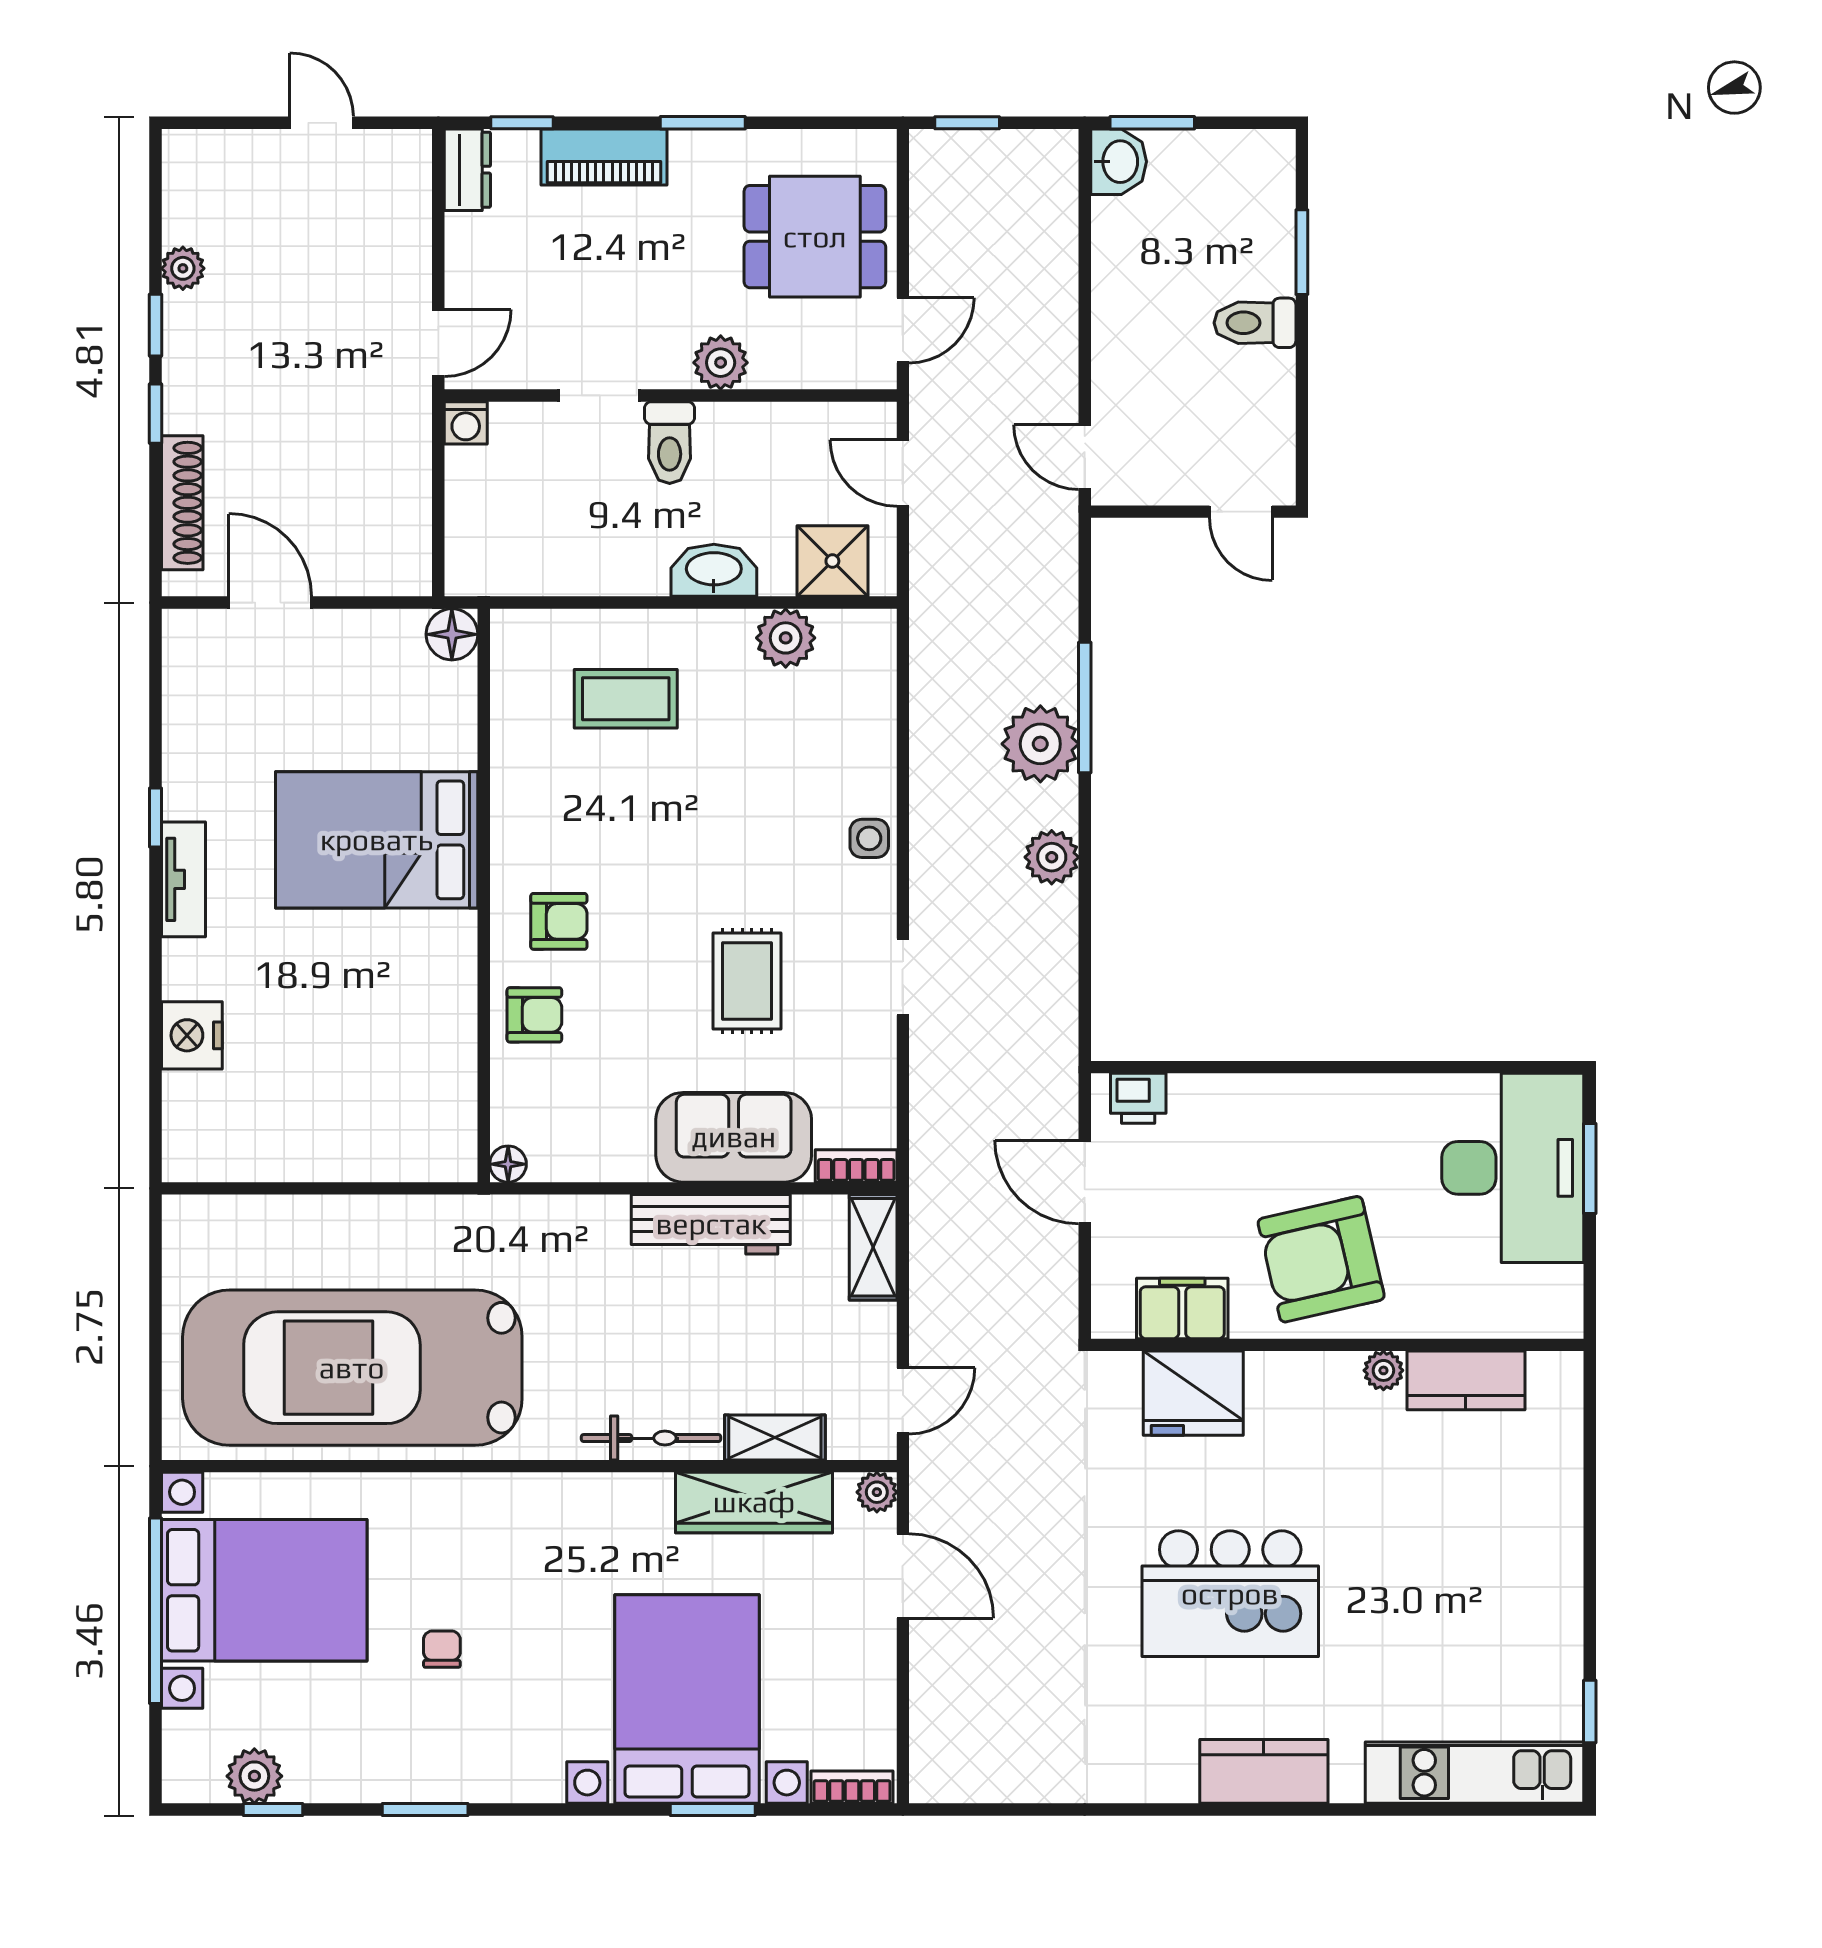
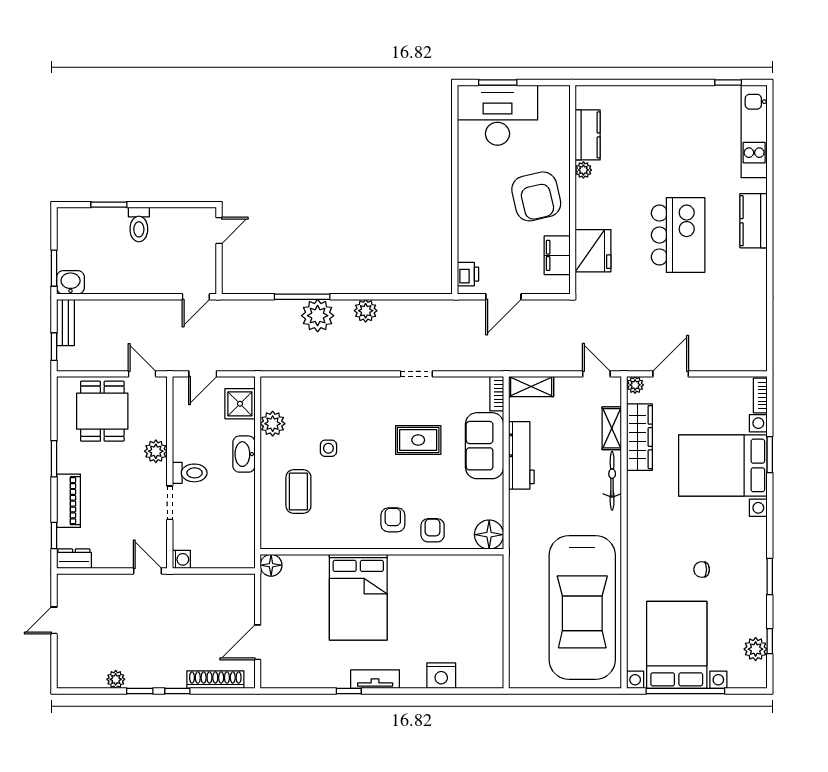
bench: (1024, 150) -> (65, 322), added
side table: (869, 838) -> (328, 448), moved
floor lamp: (508, 1164) -> (489, 535), width x1.89, depth x1.89

